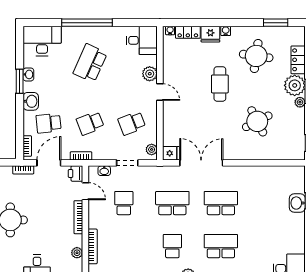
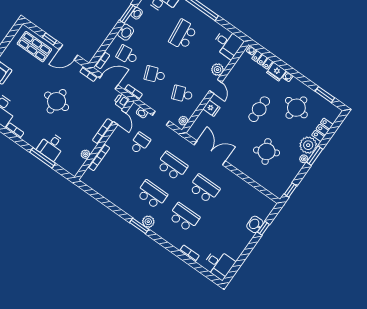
school desk: (90, 63) -> (183, 35), turned -30
fridge: (171, 153) -> (211, 108), moved
school desk: (172, 246) -> (152, 194), width x1.85

